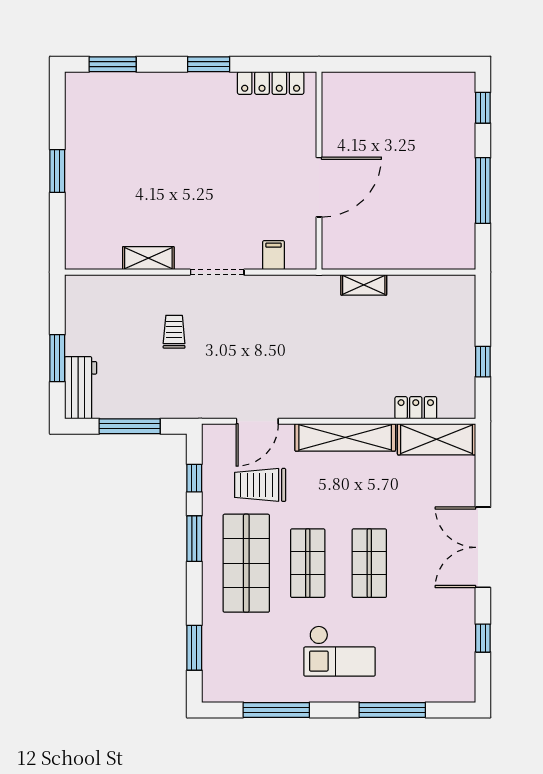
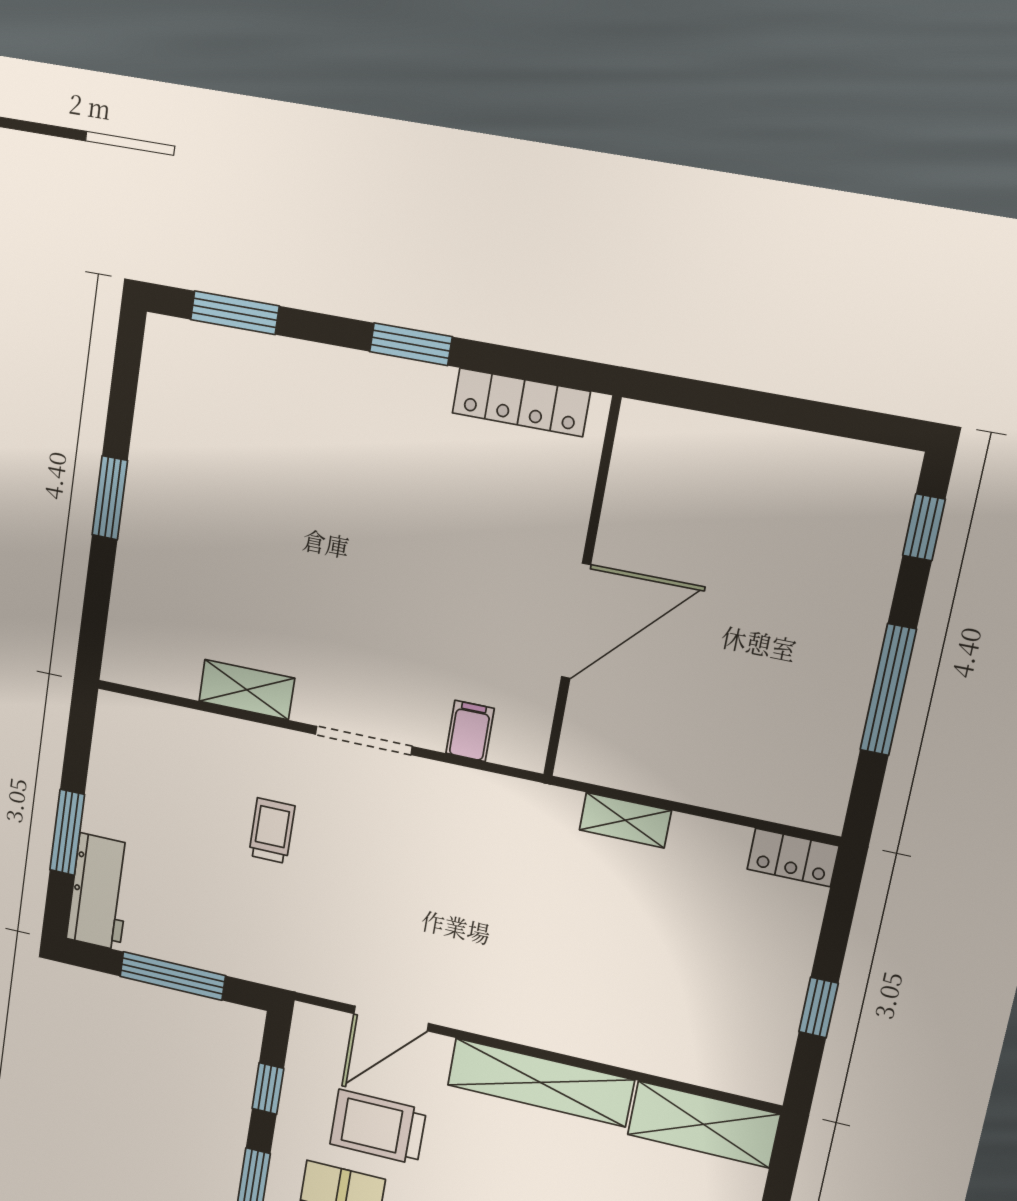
locker: (416, 408) -> (793, 858), moved, turned 180

